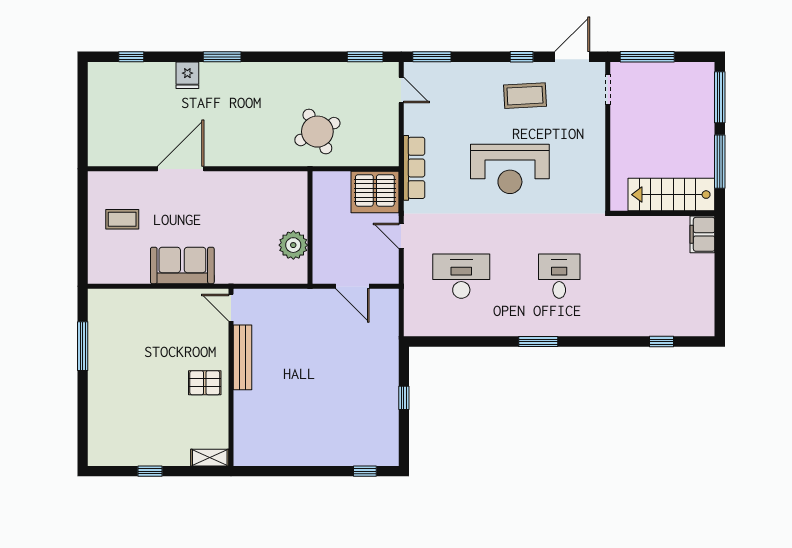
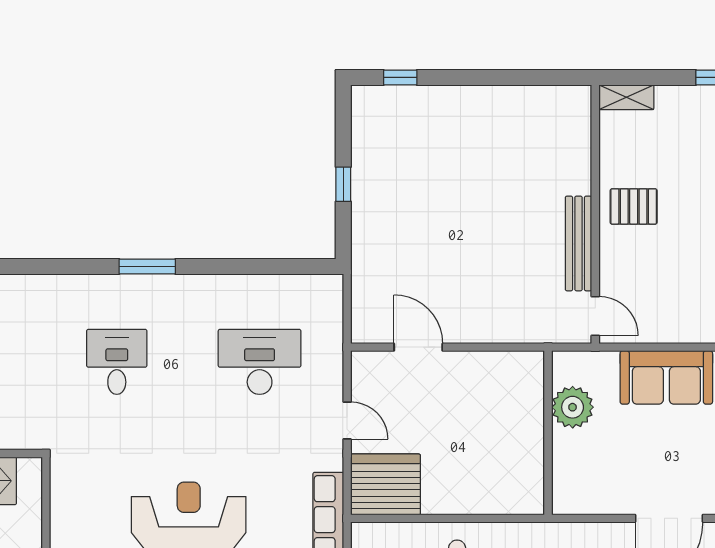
wall: (310, 228) -> (548, 433), moved
plant: (293, 245) -> (573, 407), moved
desk: (461, 276) -> (260, 362), turned 180
desk: (559, 276) -> (117, 362), turned 180

